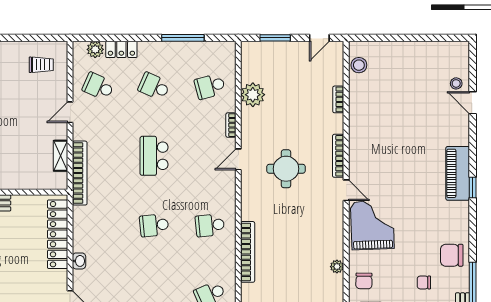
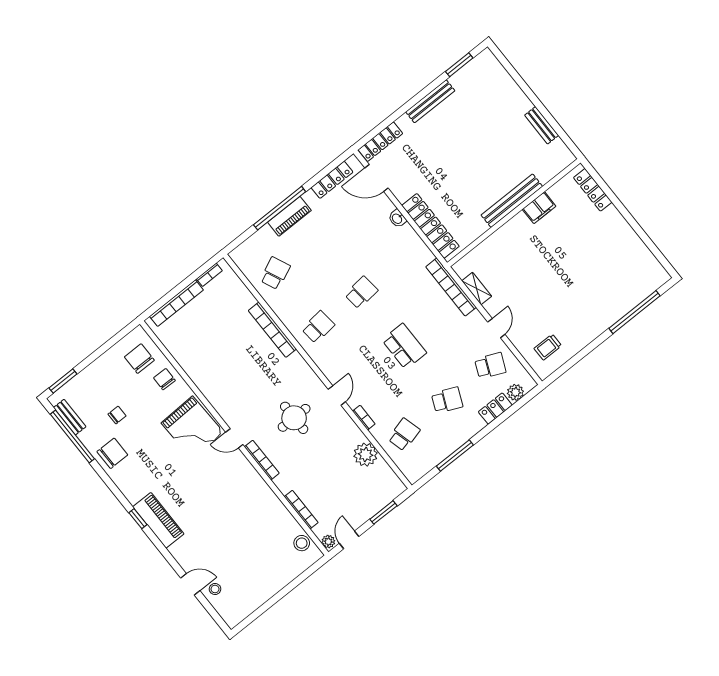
bookcase: (338, 99) -> (301, 510), width x1.56
plant: (337, 267) -> (328, 542), moved

